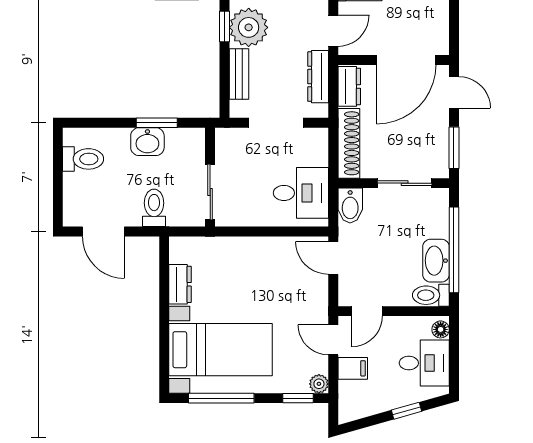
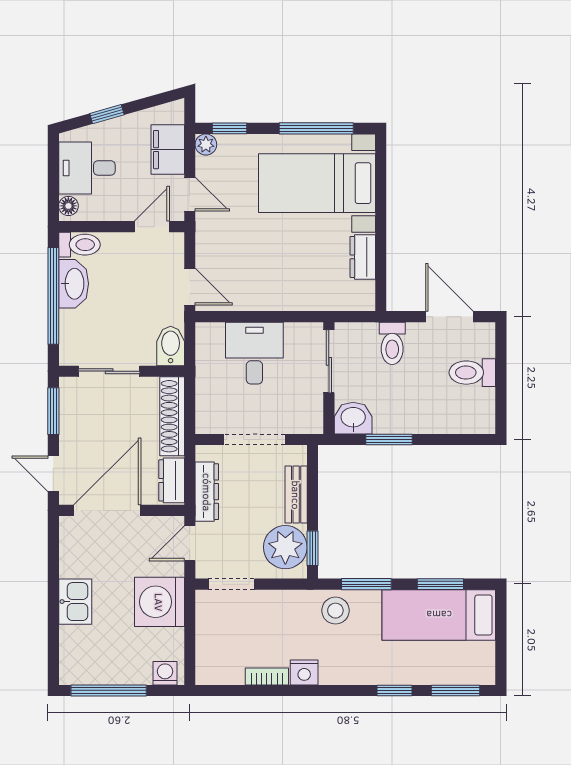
washbasin: (147, 142) -> (353, 418), moved
toilet: (83, 159) -> (472, 373), moved
desk: (301, 193) -> (254, 353), moved, turned 90
filing cabinet: (353, 368) -> (168, 150), width x2.00

